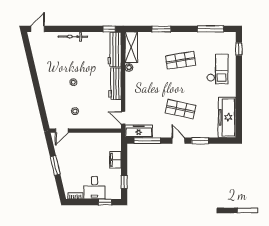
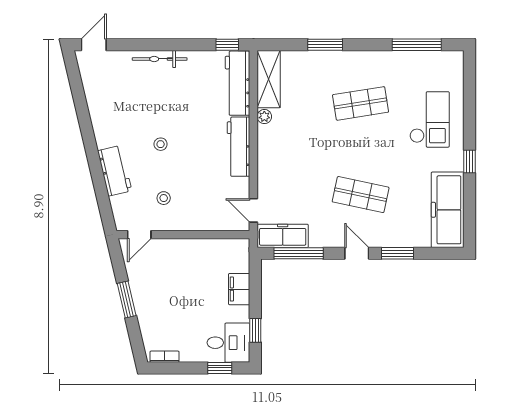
window: (239, 49) -> (470, 162), moved
workbench: (49, 96) -> (115, 171), added
desk: (94, 188) -> (228, 343), moved, turned -90

